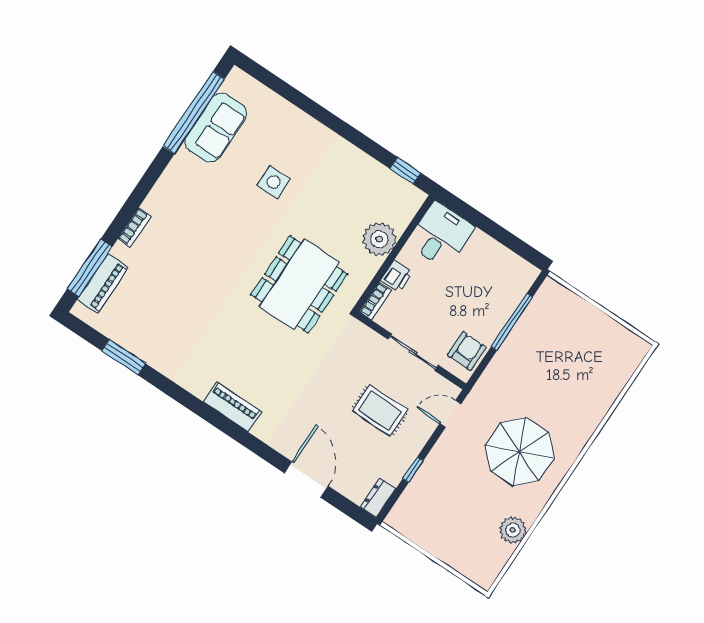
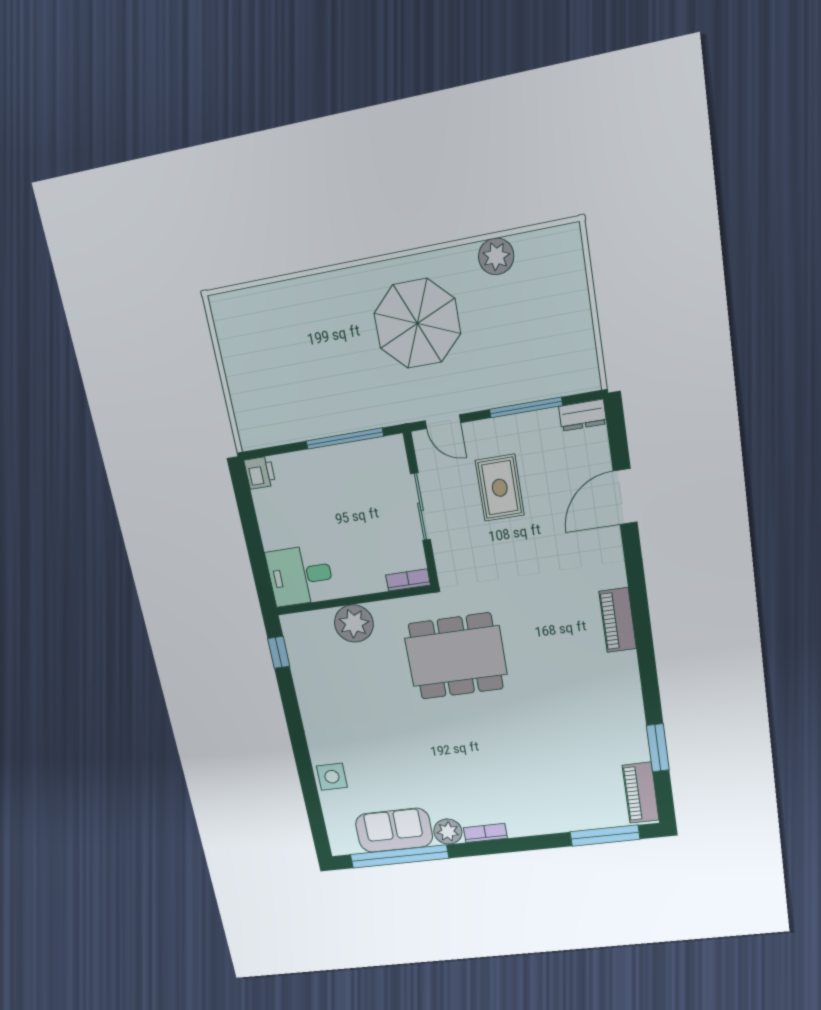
plant: (183, 164) -> (448, 832), added
side table: (274, 182) -> (332, 777), moved
bookcase: (134, 227) -> (485, 833), moved
printer: (397, 276) -> (260, 473), moved, turned 90
piano: (103, 283) -> (641, 793), moved, turned -90
window: (512, 322) -> (345, 439), moved
armchair: (467, 351) -> (374, 460), removed
window: (413, 470) -> (526, 407), width x2.17

